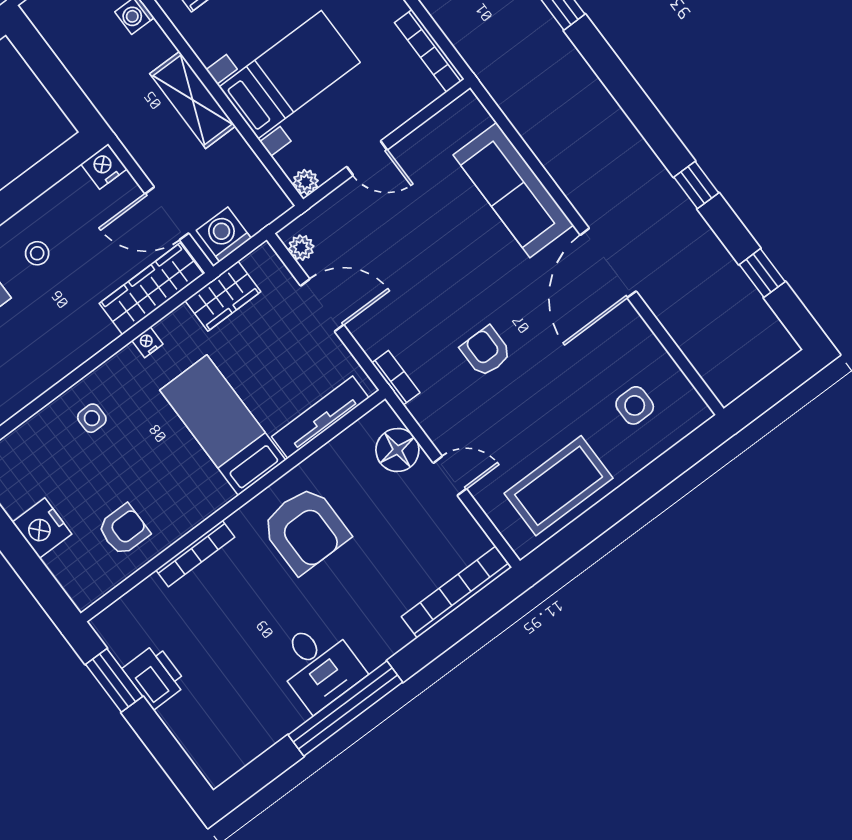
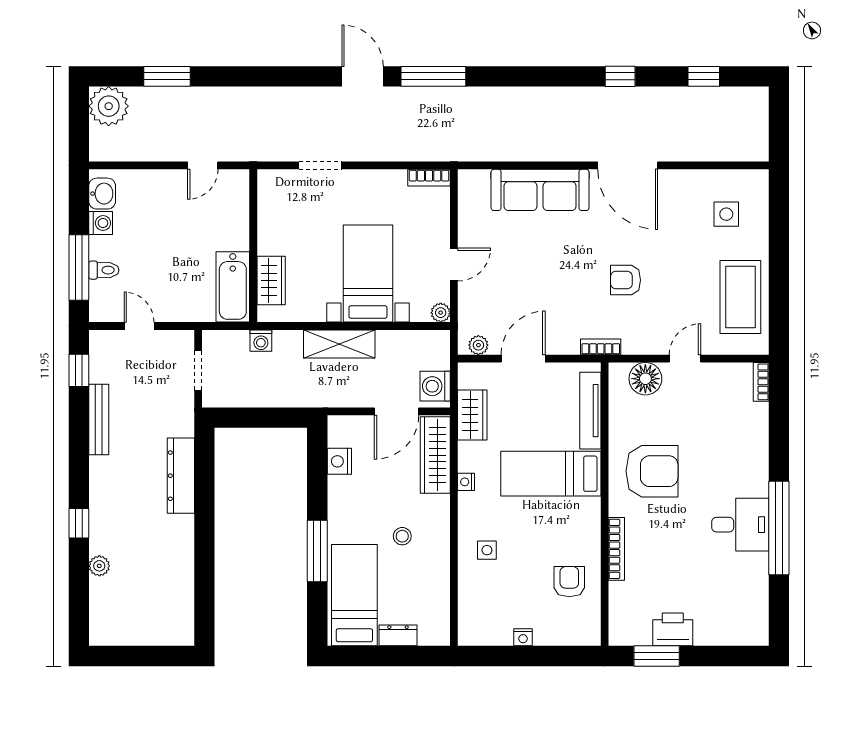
bookcase: (429, 51) -> (429, 178), width x0.64
nightstand: (104, 166) -> (339, 461), moved
stool: (37, 253) -> (402, 536), moved
nightstand: (42, 528) -> (523, 637), width x0.53, depth x0.56
bookcase: (457, 592) -> (761, 382), width x0.43, depth x0.76

